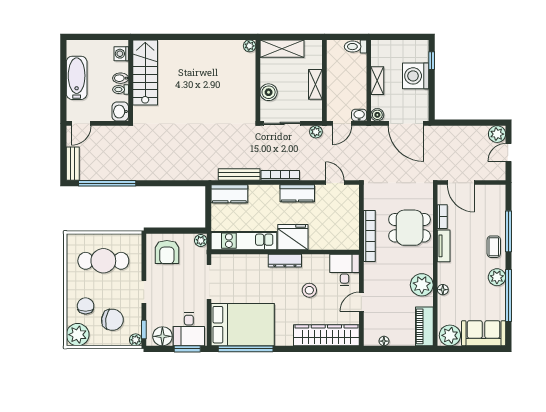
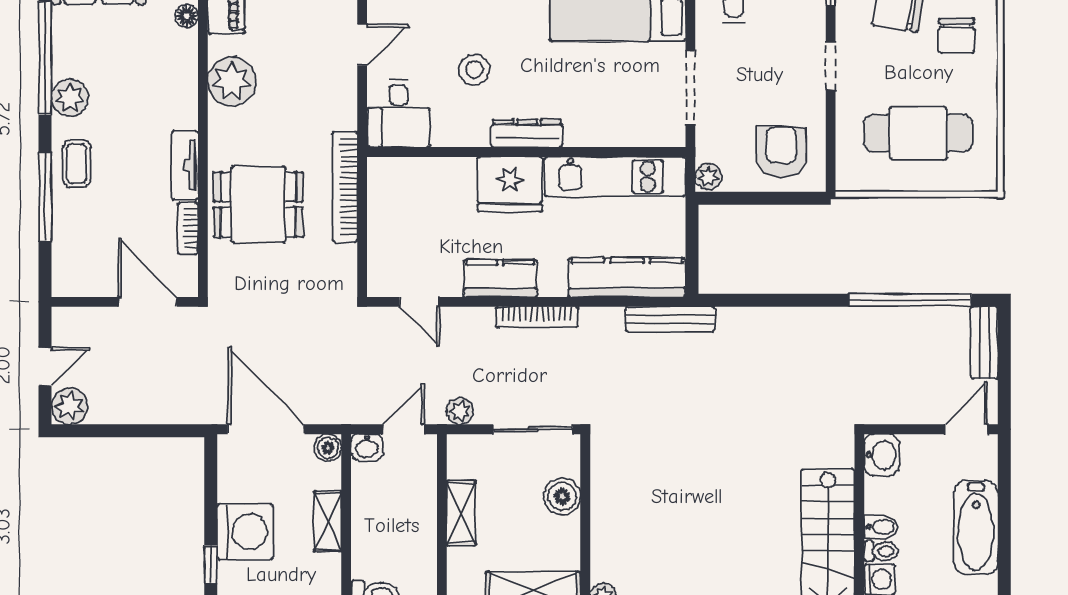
toilet: (121, 90) -> (881, 551), moved
bench: (239, 174) -> (670, 319), moved
kitchen counter: (229, 194) -> (627, 277), width x1.50
floor lamp: (443, 290) -> (187, 16), moved

